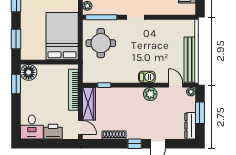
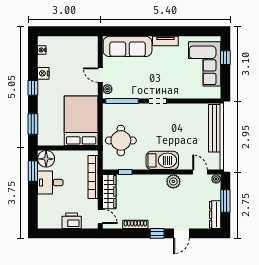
round table: (101, 43) -> (121, 140), moved
bench: (190, 60) -> (215, 128), moved
barbecue: (147, 77) -> (162, 160), width x1.88, depth x1.53
desk: (32, 127) -> (50, 183), moved, turned 90

